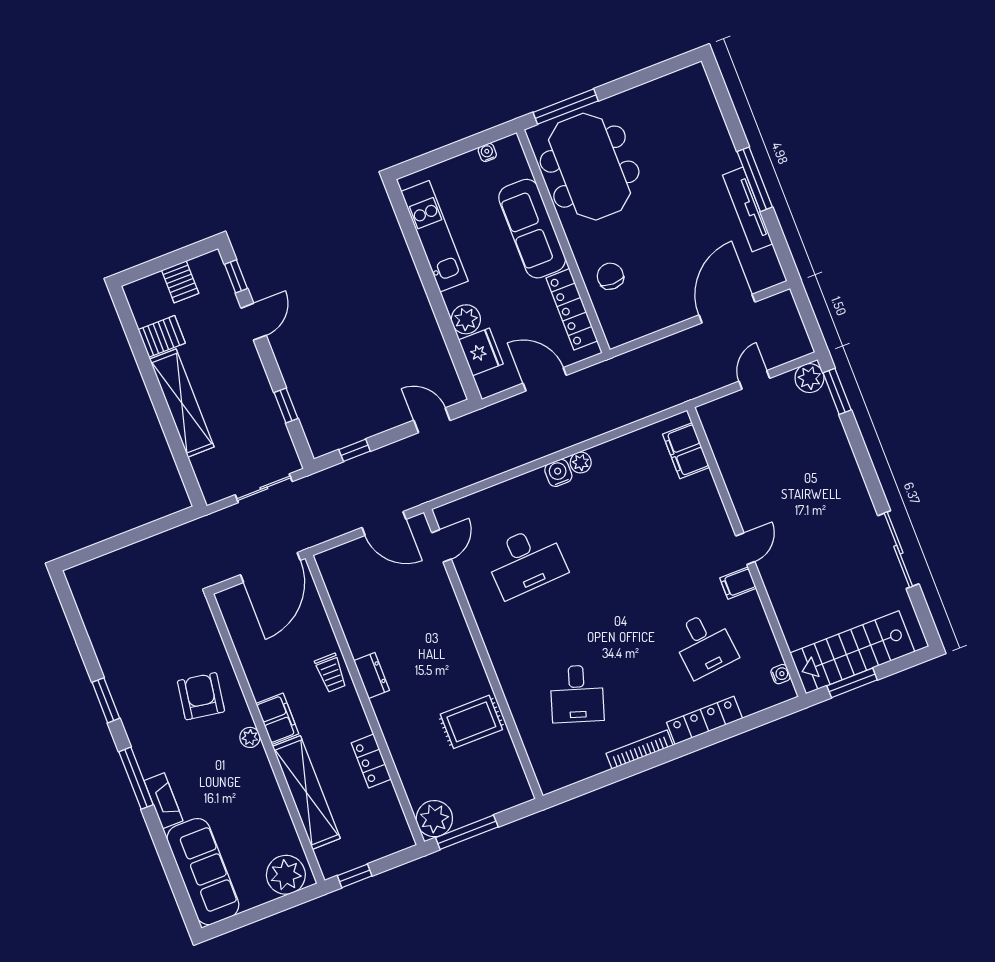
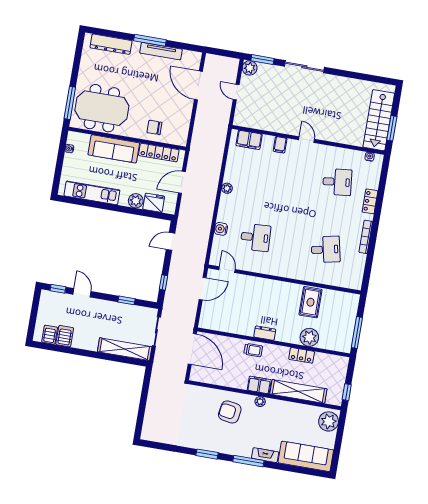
dresser: (708, 117) -> (111, 44), added
server rack: (180, 282) -> (50, 335), moved, turned -90
shelving: (182, 403) -> (125, 349), moved
water cooler: (558, 473) -> (221, 229), moved
sliding door: (898, 550) -> (304, 67), moved
desk: (526, 561) -> (255, 237), width x0.73
filing cabinet: (738, 583) -> (280, 145), moved
desk: (577, 694) -> (326, 249), turned -30
locker: (705, 720) -> (370, 201), width x0.66
plant: (434, 819) -> (309, 337), moved

